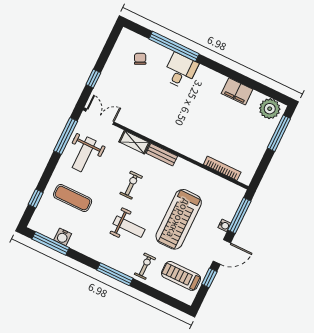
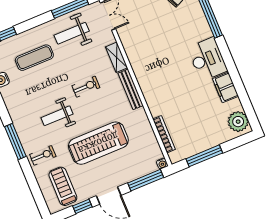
desk: (180, 71) -> (207, 59), moved, width x1.37
window: (279, 133) -> (204, 156), moved
bench: (162, 155) -> (131, 89), width x1.36
exercise mat: (73, 198) -> (34, 58), turned 90
water cooler: (224, 225) -> (162, 164), moved
weight bench: (129, 227) -> (57, 116), turned 90

